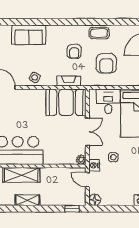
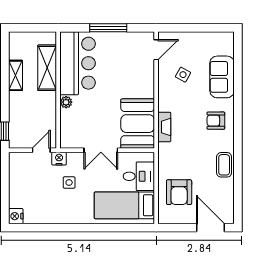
armchair: (74, 51) -> (216, 121), moved
armchair: (106, 63) -> (179, 192), moved, turned -90
side table: (35, 77) -> (183, 75), moved
plant: (81, 160) -> (66, 102), moved
floor lamp: (95, 200) -> (16, 159), removed

